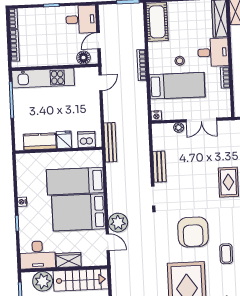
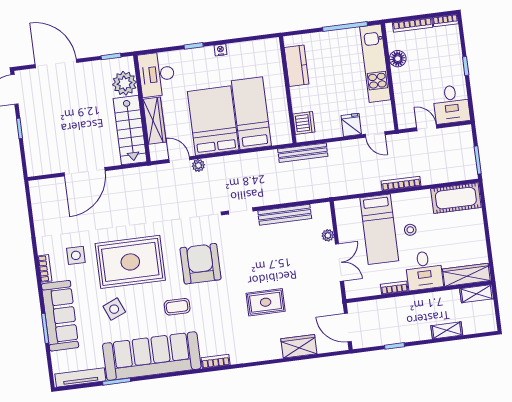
floor lamp: (83, 58) -> (398, 59), moved
nightstand: (156, 116) -> (340, 207), removed
double door: (201, 120) -> (339, 262), swing flipped
fridge: (64, 140) -> (351, 125), moved, turned -90
bench: (159, 167) -> (285, 215), width x1.36
plant: (118, 223) -> (198, 165), width x0.53, depth x0.53
armchair: (193, 232) -> (200, 264), turned 90
door: (108, 242) -> (179, 160), swing flipped
wardrobe: (69, 260) -> (154, 121), width x1.50

